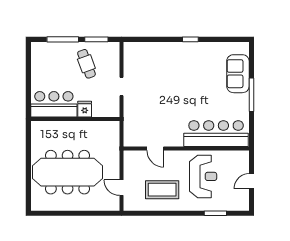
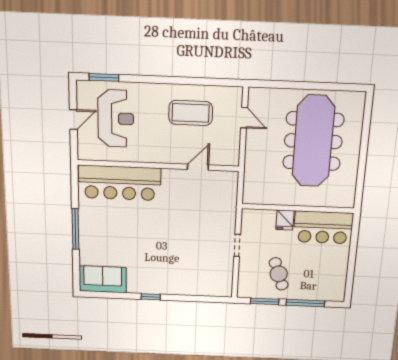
sofa: (238, 74) -> (103, 279), moved, turned -90
door: (155, 149) -> (198, 167), hinge flipped
meeting table: (68, 172) -> (313, 141), turned 90
reception desk: (203, 176) -> (116, 119), moved, turned 180
window: (215, 213) -> (104, 77), moved

